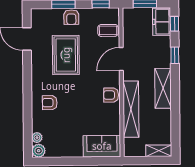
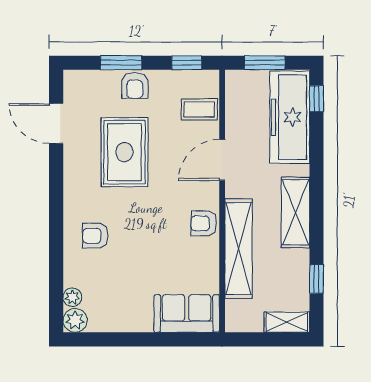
freezer: (162, 22) -> (290, 117), width x1.91, depth x1.26
window: (175, 55) -> (317, 279), moved

